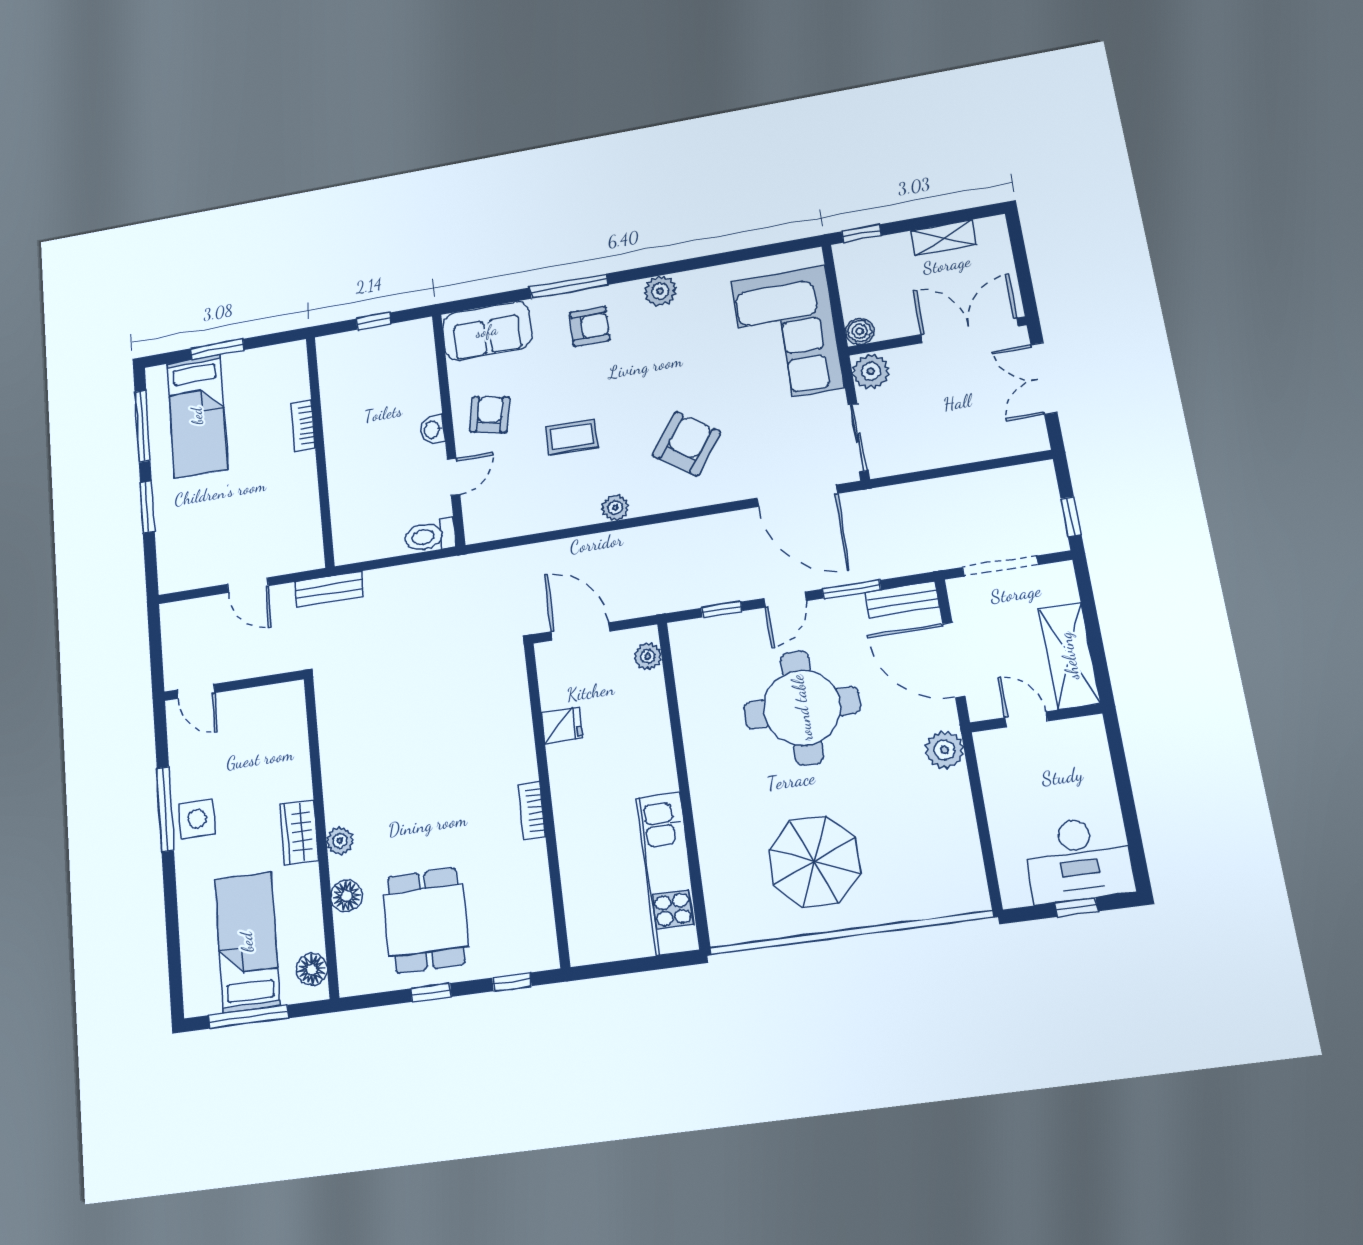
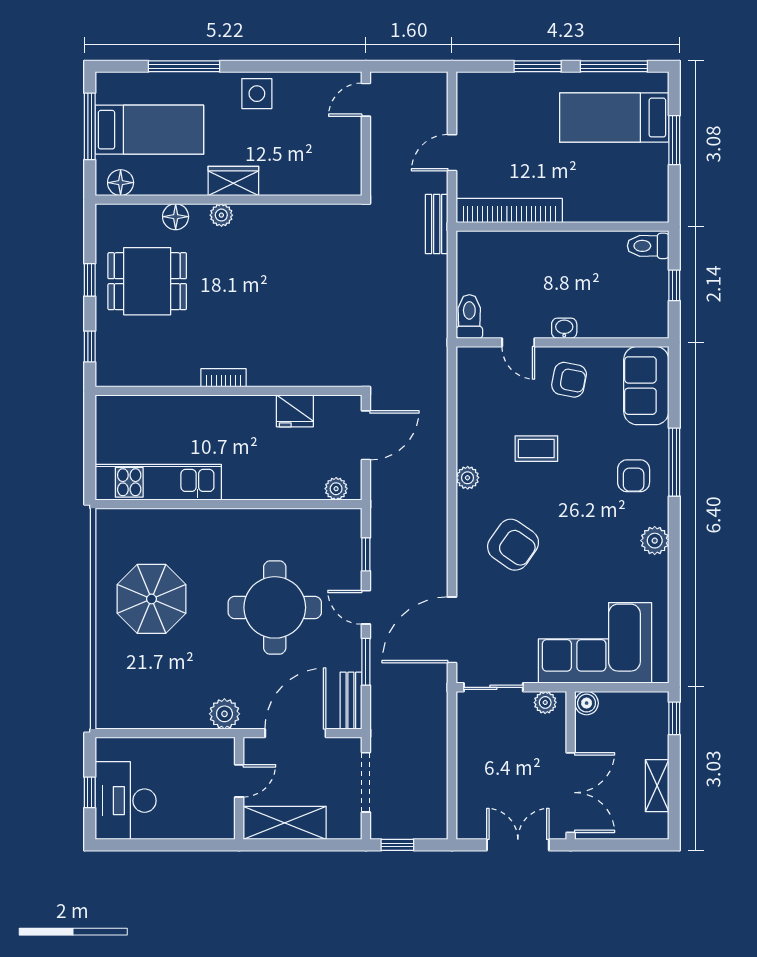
toilet: (333, 356) -> (648, 246), added
plant: (871, 371) -> (545, 702), width x0.73, depth x0.73
bookcase: (303, 426) -> (509, 210), moved, width x2.31, depth x1.31
coffee table: (572, 437) -> (536, 449), turned 90
fridge: (562, 725) -> (295, 411), width x1.38
window: (165, 809) -> (184, 66), moved

